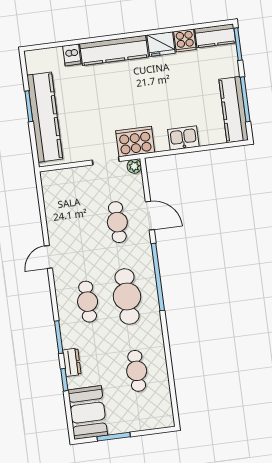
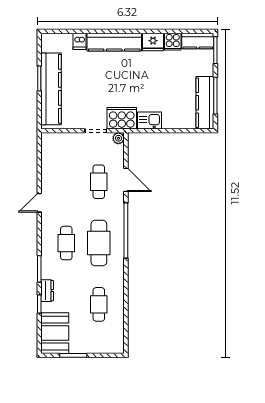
kitchen sink: (183, 138) -> (149, 120), moved

